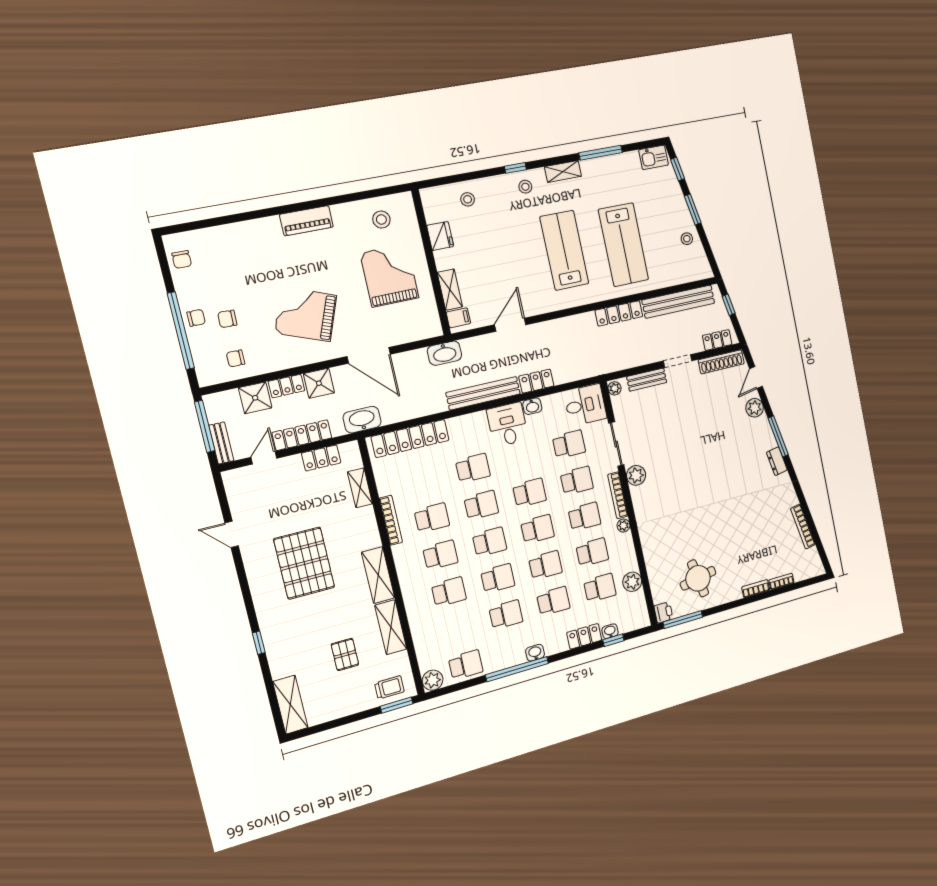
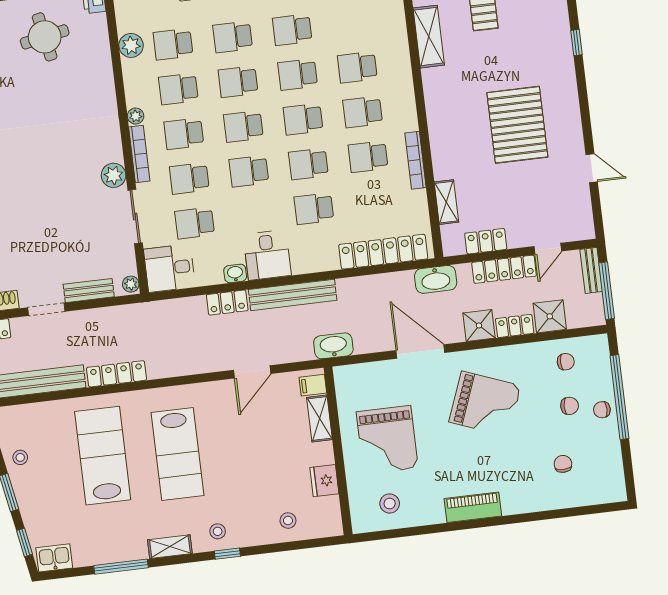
chair: (182, 259) -> (563, 464), moved
shelving: (378, 575) -> (437, 99), removed

